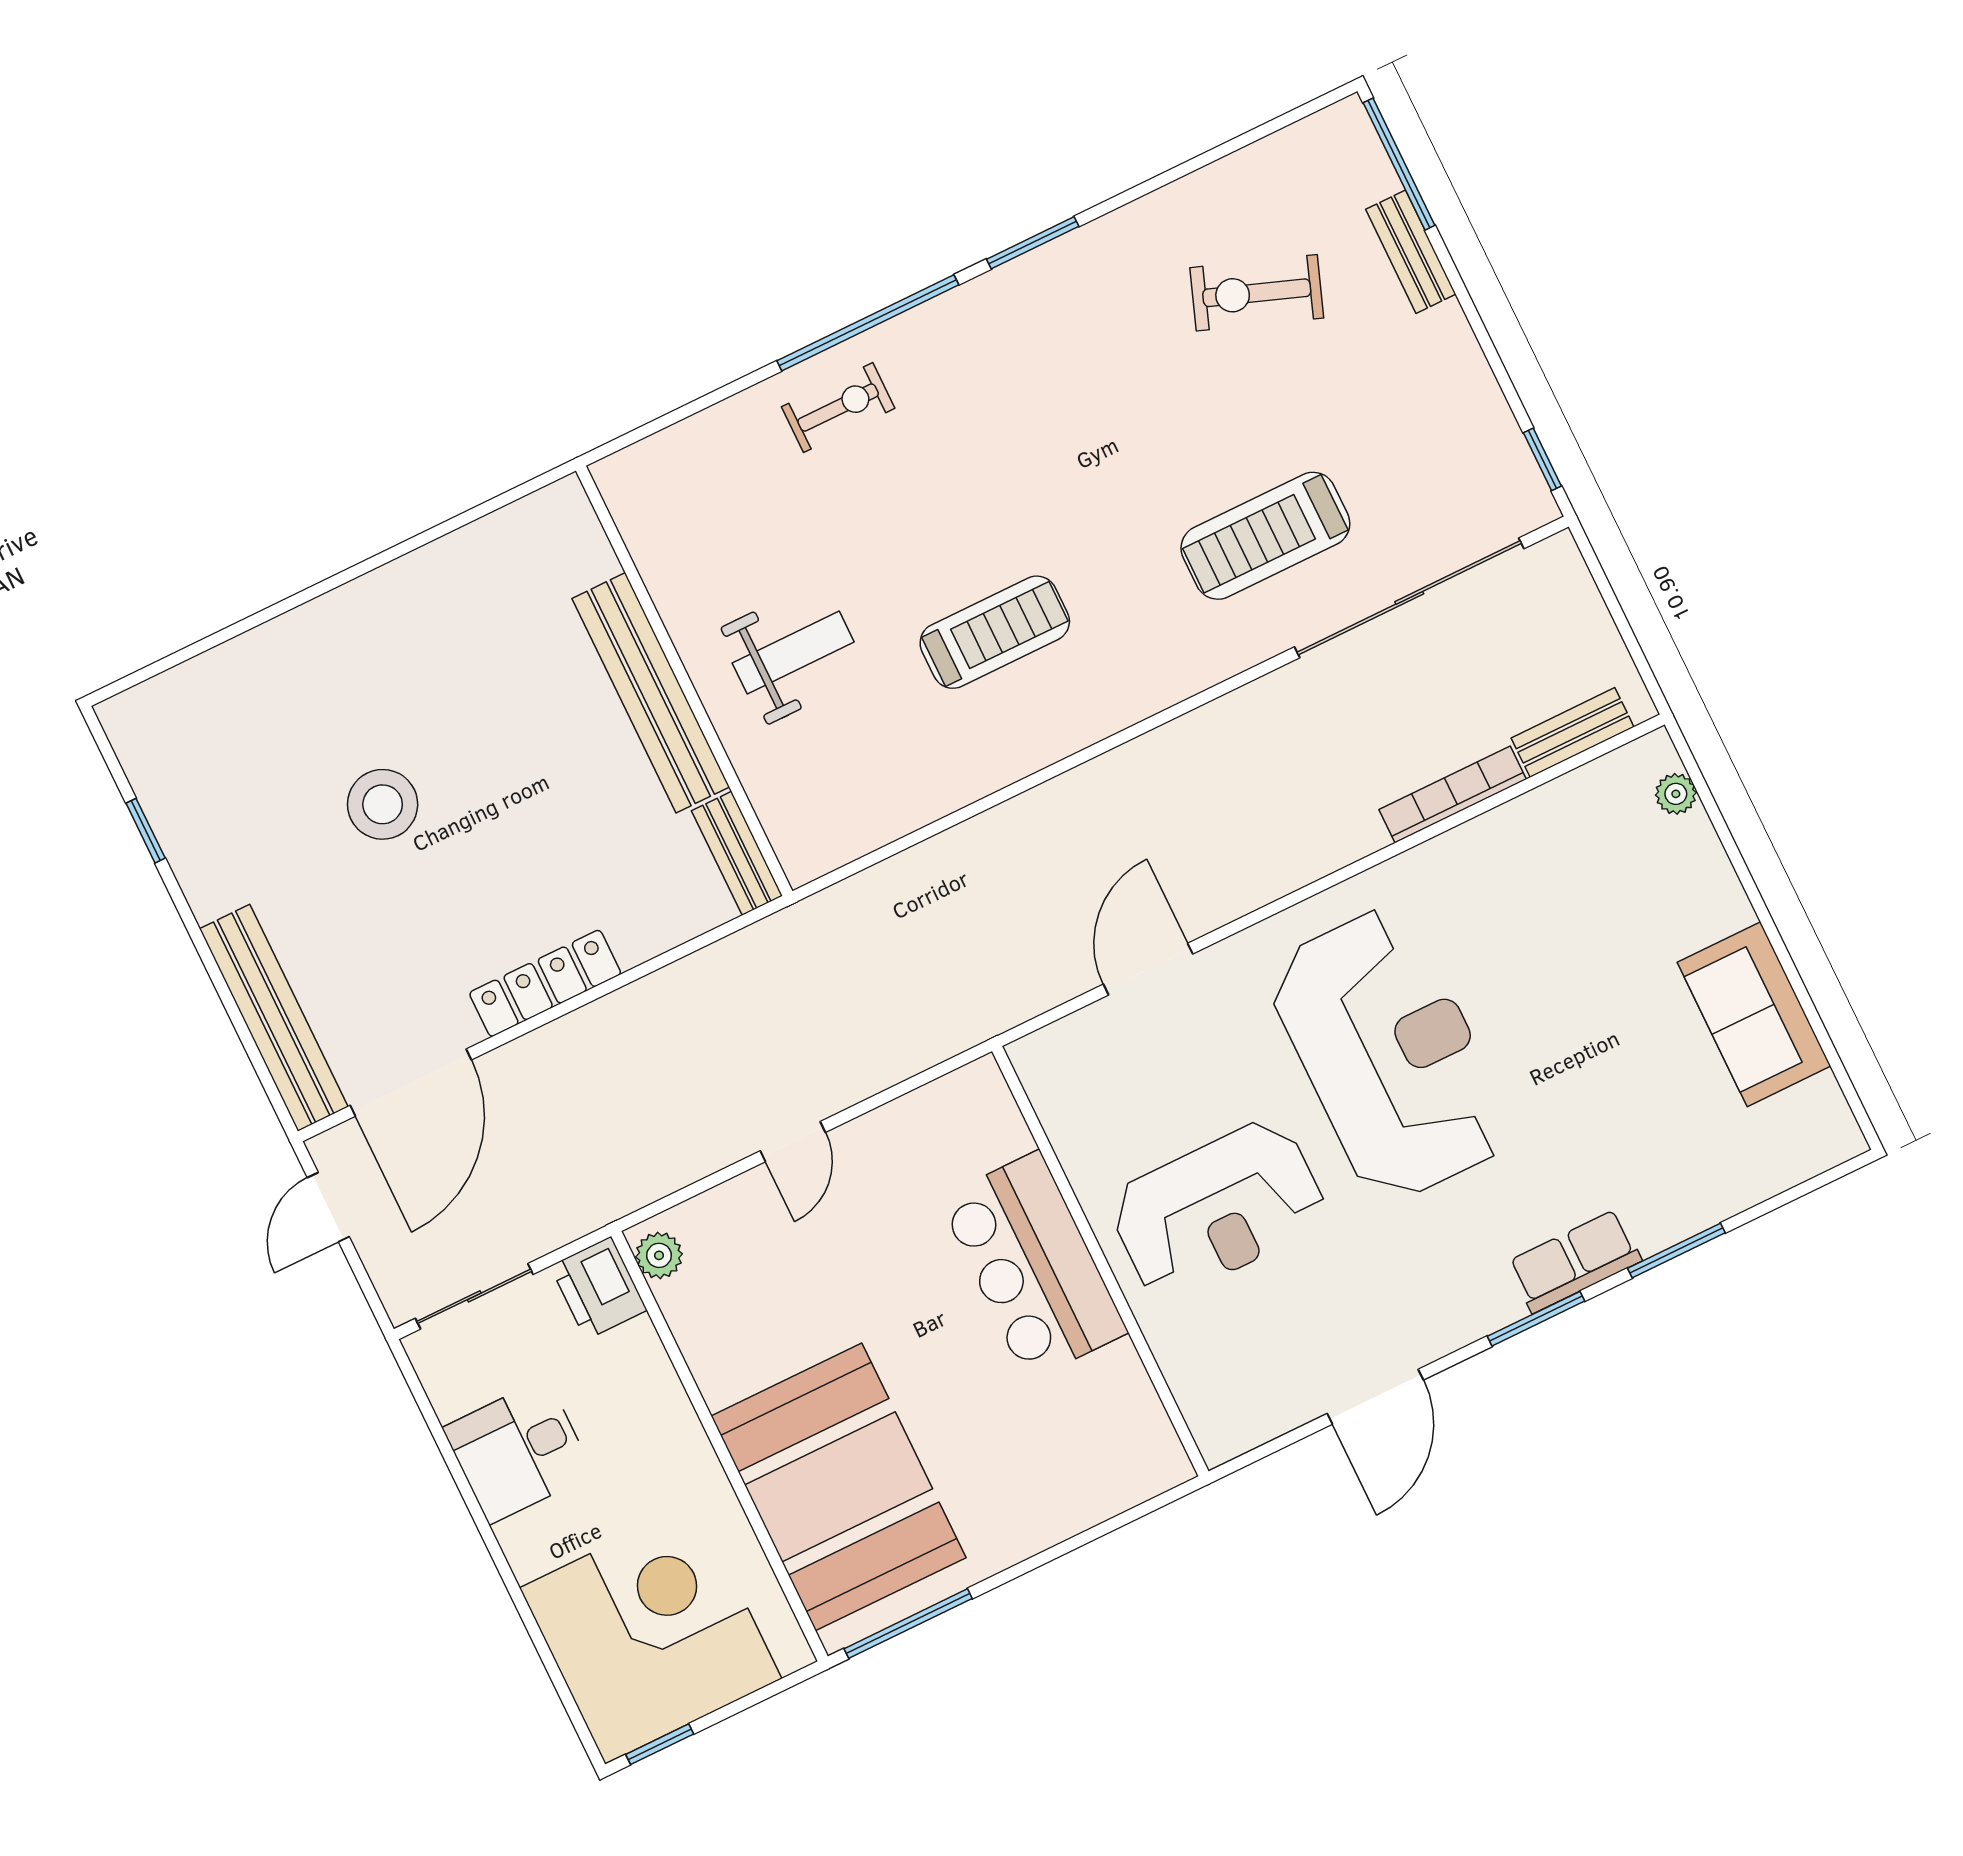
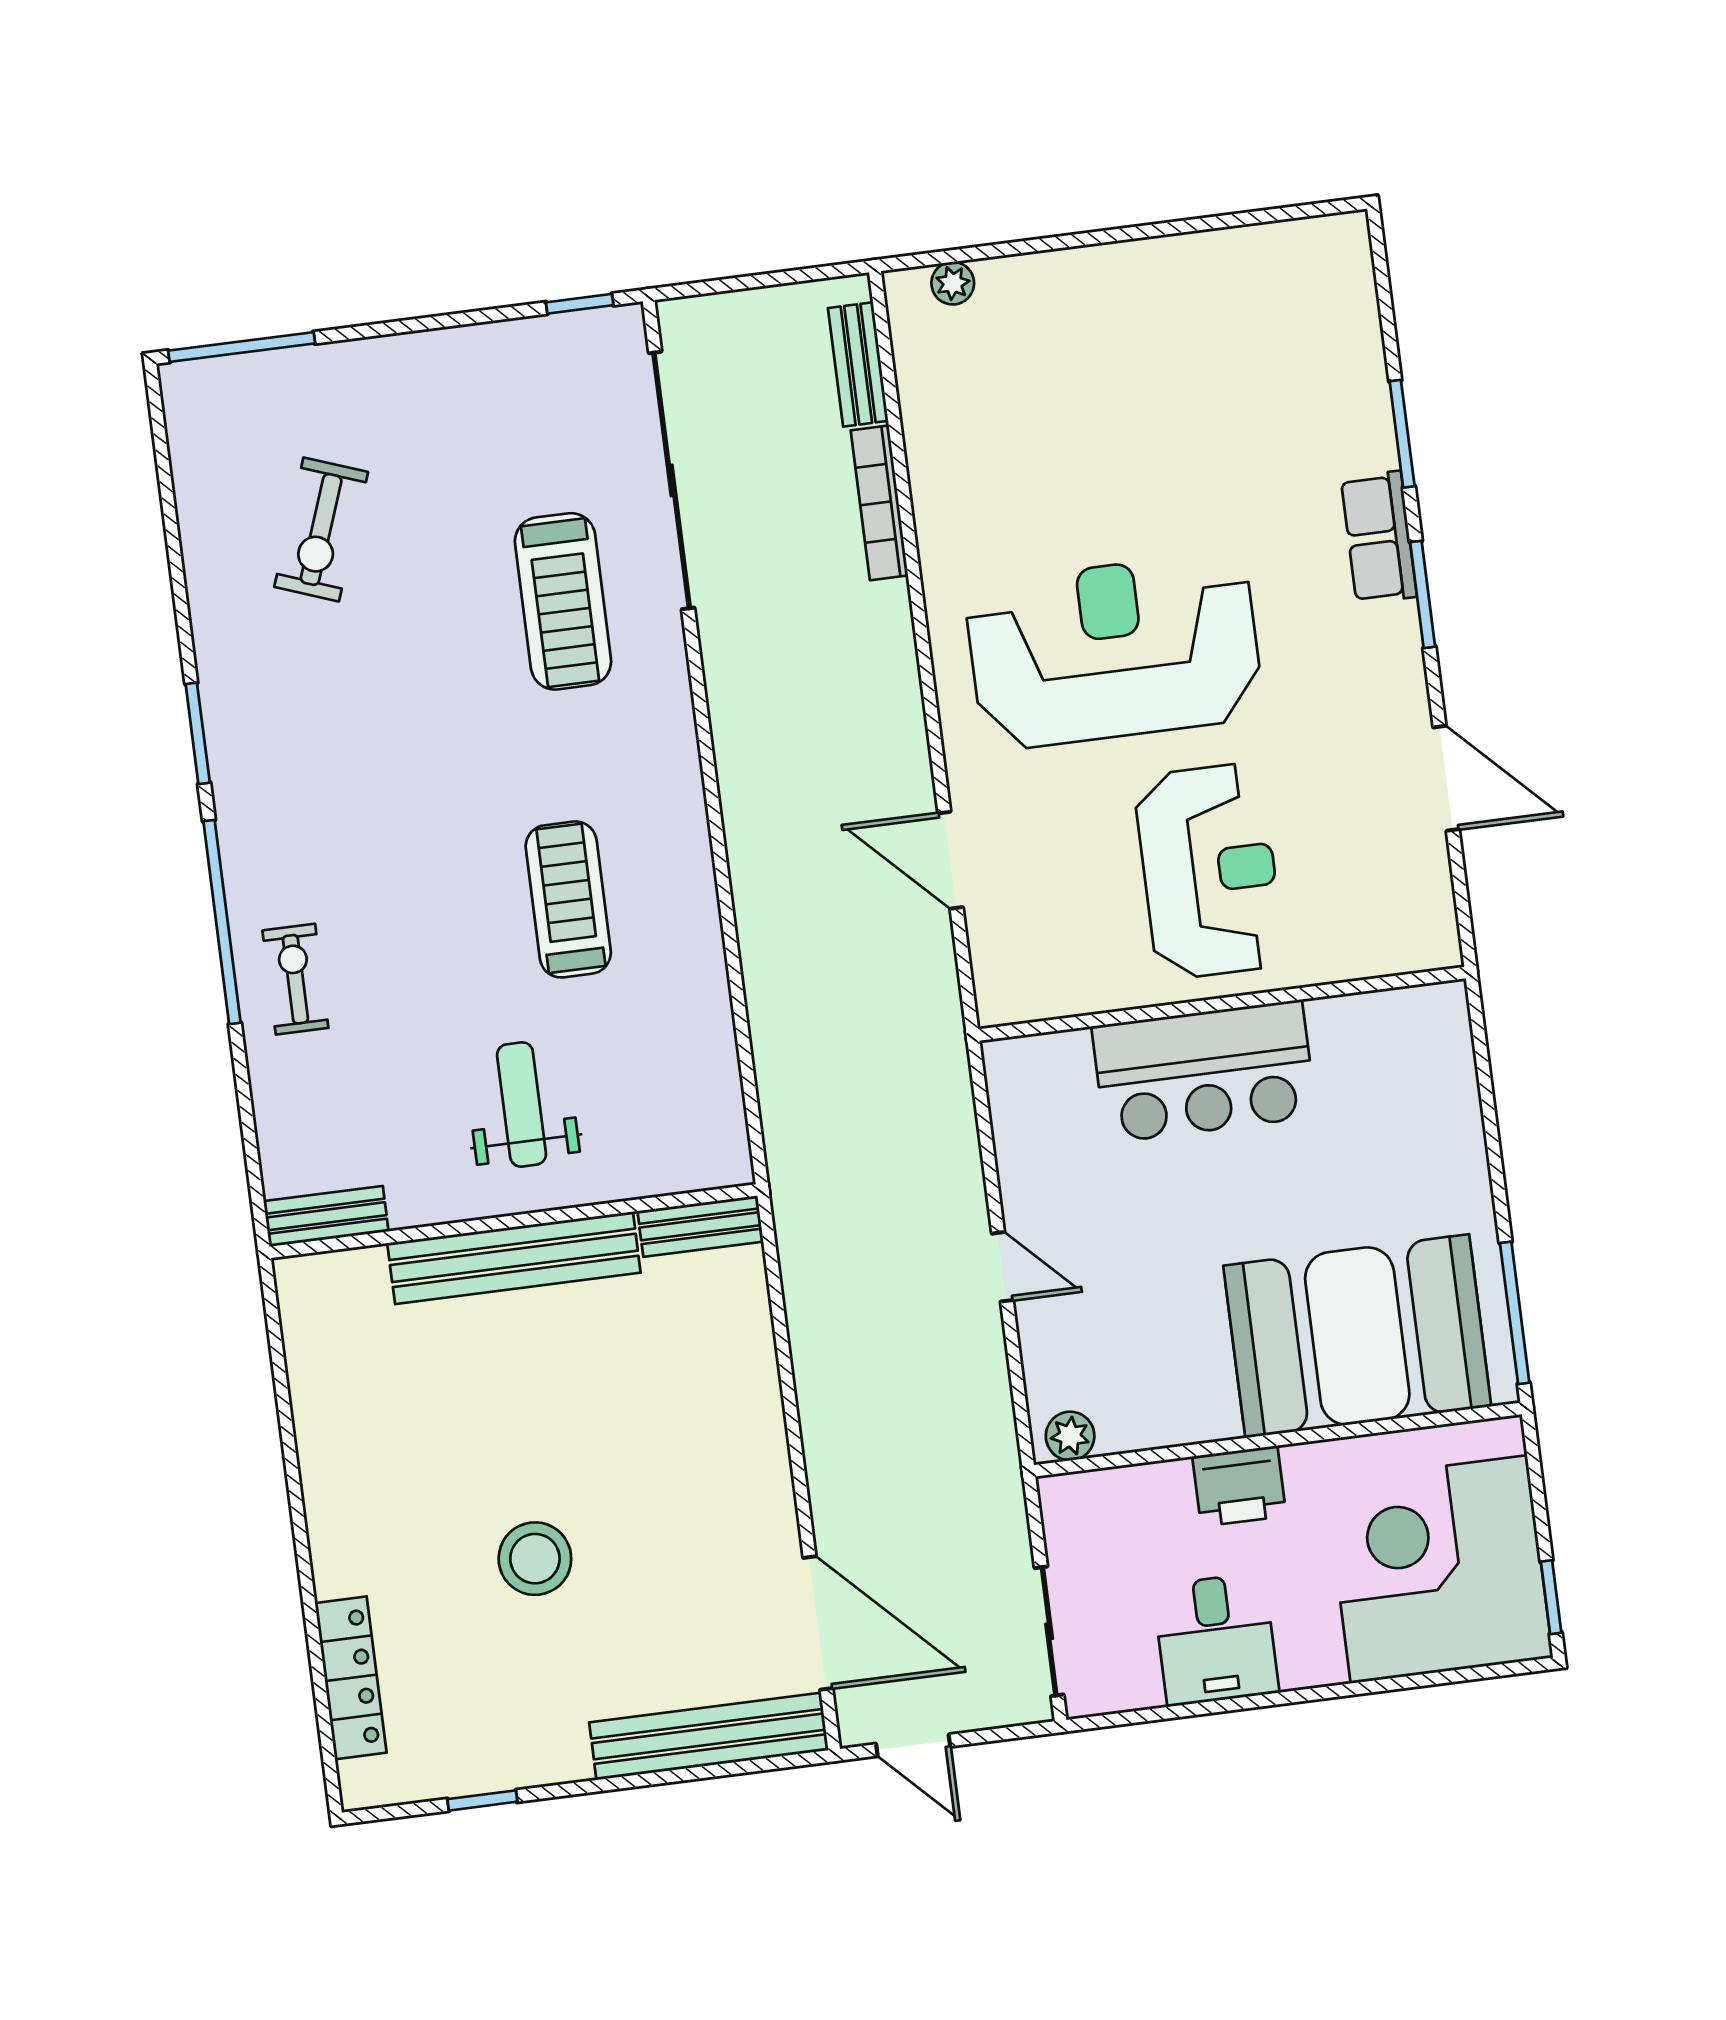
bench: (1411, 252) -> (326, 1216), moved
locker: (545, 983) -> (351, 1678), moved, turned 180
sofa: (1754, 1014) -> (1195, 279), removed
printer: (599, 1288) -> (1239, 1486), moved

